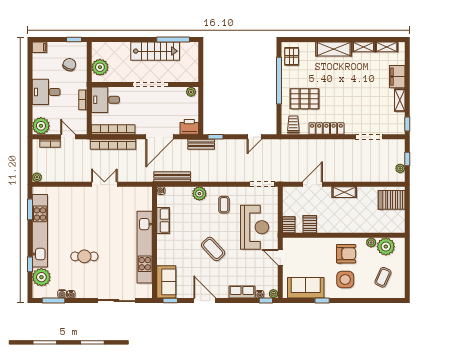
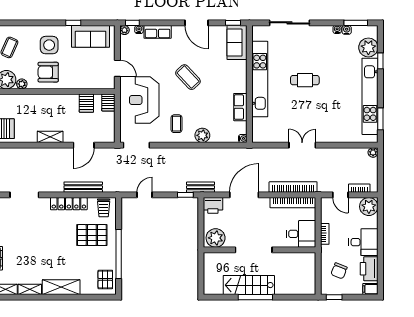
window: (173, 40) -> (255, 297), moved
printer: (41, 67) -> (369, 269), added
plant: (100, 67) -> (307, 268), removed
plant: (191, 92) -> (216, 238), width x1.88, depth x1.88
bench: (172, 177) -> (83, 187), moved
double door: (104, 184) -> (302, 145), swing flipped
cafe table: (84, 256) -> (305, 80), moved

